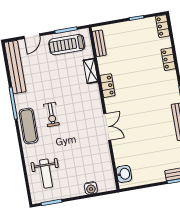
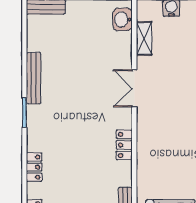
shelving: (91, 71) -> (144, 38), moved

